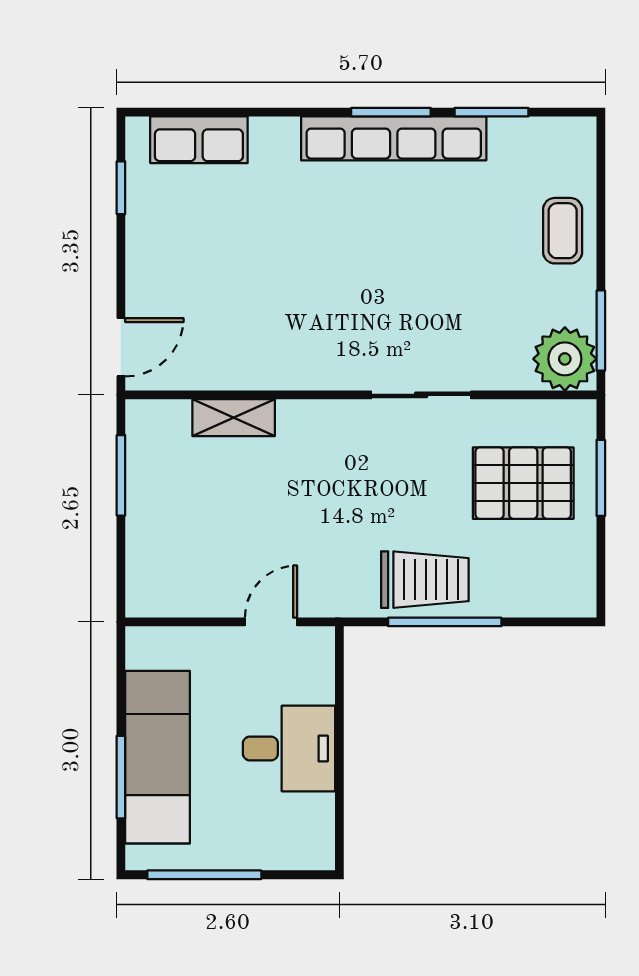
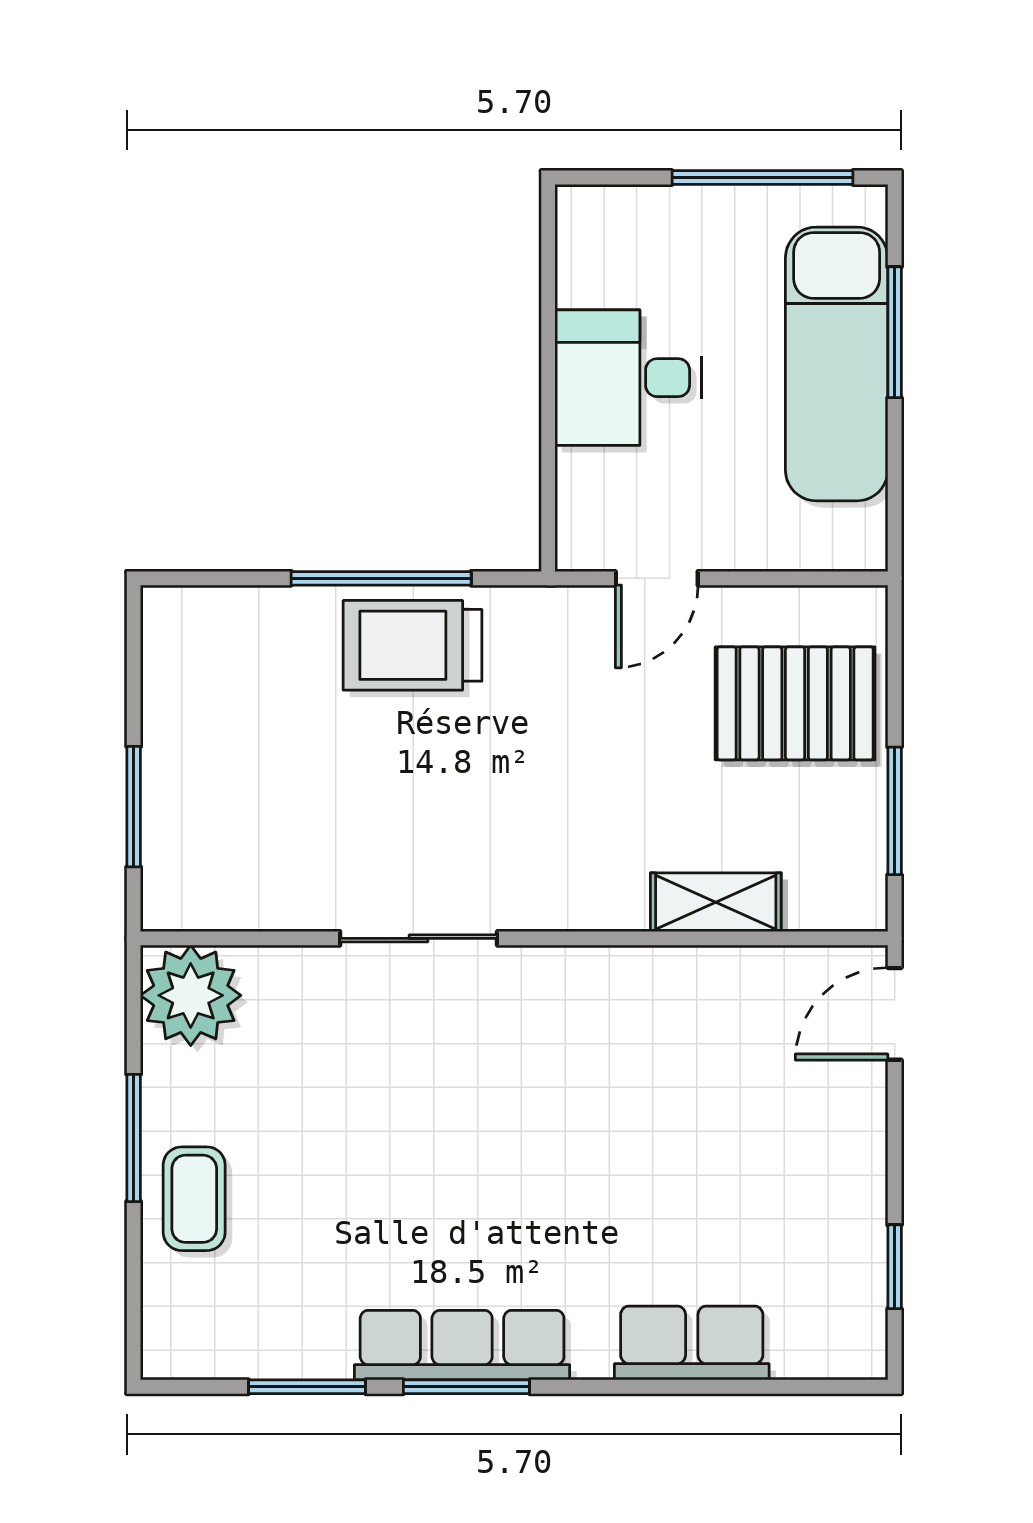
row of seats: (394, 138) -> (462, 1345), width x0.73
row of seats: (199, 140) -> (692, 1343), moved
window: (601, 331) -> (134, 1138), moved
pallet: (523, 483) -> (795, 703), moved

